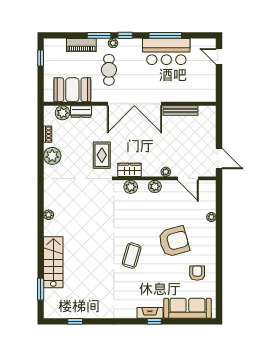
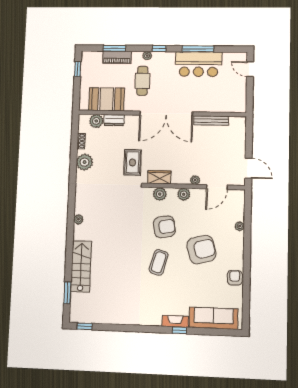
window: (99, 35) -> (114, 48), moved
door: (188, 178) -> (217, 187), hinge flipped
armchair: (136, 220) -> (164, 227), added
armchair: (197, 273) -> (235, 278), moved
window: (75, 321) -> (84, 326), moved

